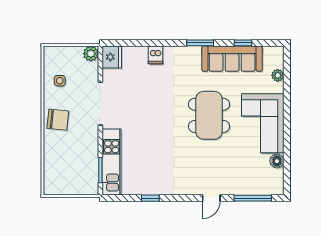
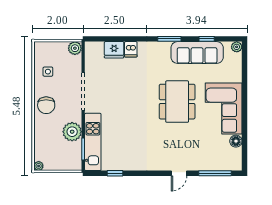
fridge: (112, 57) -> (114, 50), moved, turned 90
plant: (278, 75) -> (237, 47), moved
chair: (58, 120) -> (46, 105), turned 84
plant: (88, 150) -> (72, 132), added
plant: (49, 190) -> (39, 166), added
window: (150, 198) -> (115, 173), moved

